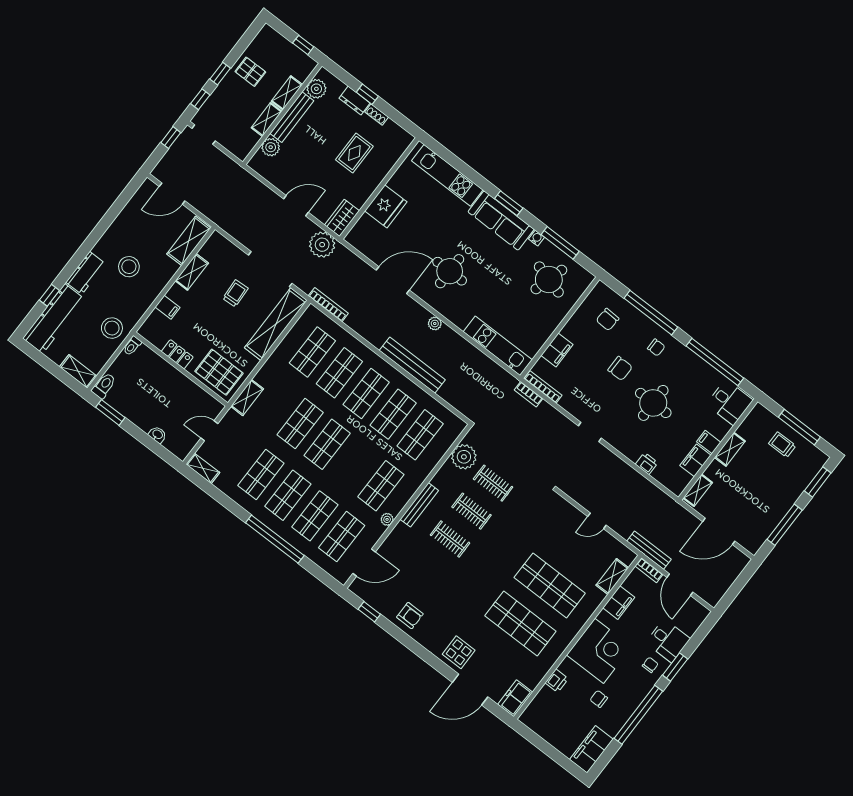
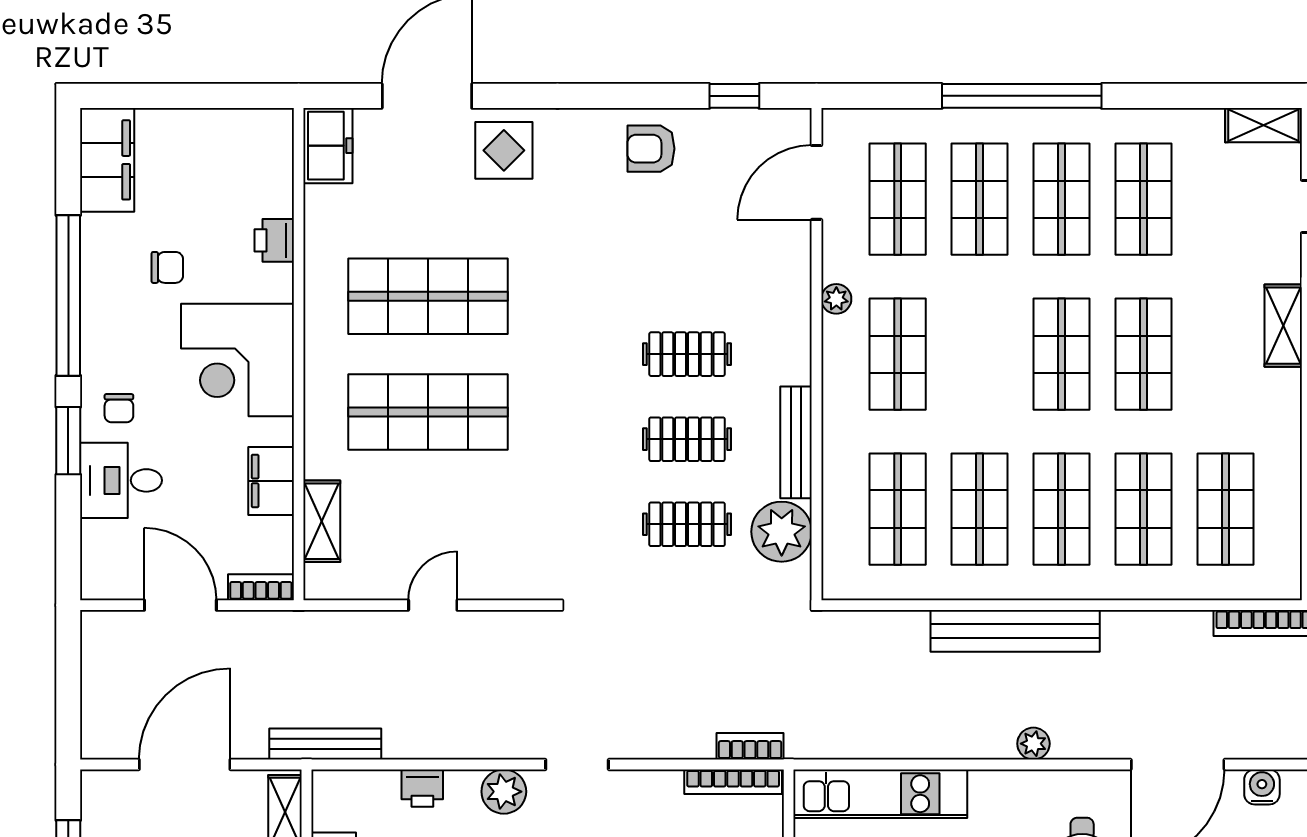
water cooler: (371, 251) -> (1262, 787), added
plant: (621, 442) -> (504, 792), added
bench: (419, 505) -> (796, 442), moved
bench: (649, 550) -> (325, 744), moved

